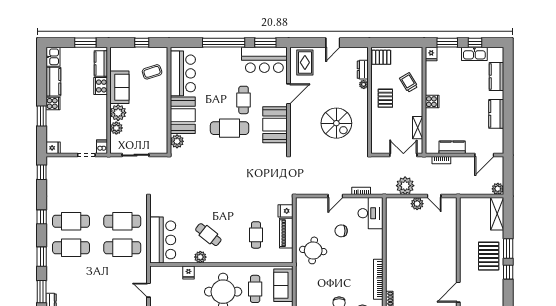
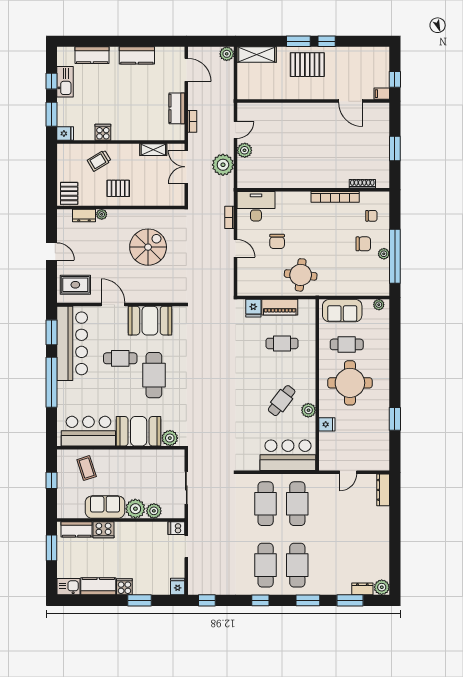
bar counter: (264, 60) -> (72, 343), width x1.36
cooker: (432, 102) -> (103, 132), moved

